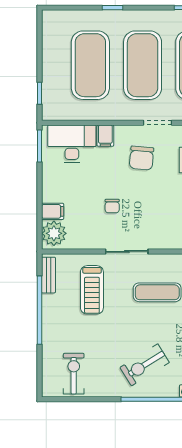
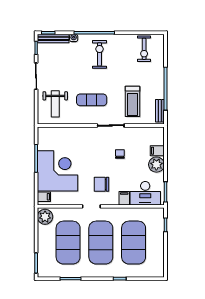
chair: (142, 158) -> (101, 184), turned -95
plant: (54, 233) -> (156, 165), moved
treadmill: (92, 290) -> (133, 101), turned 180
exercise bike: (145, 365) -> (100, 54), turned -58

